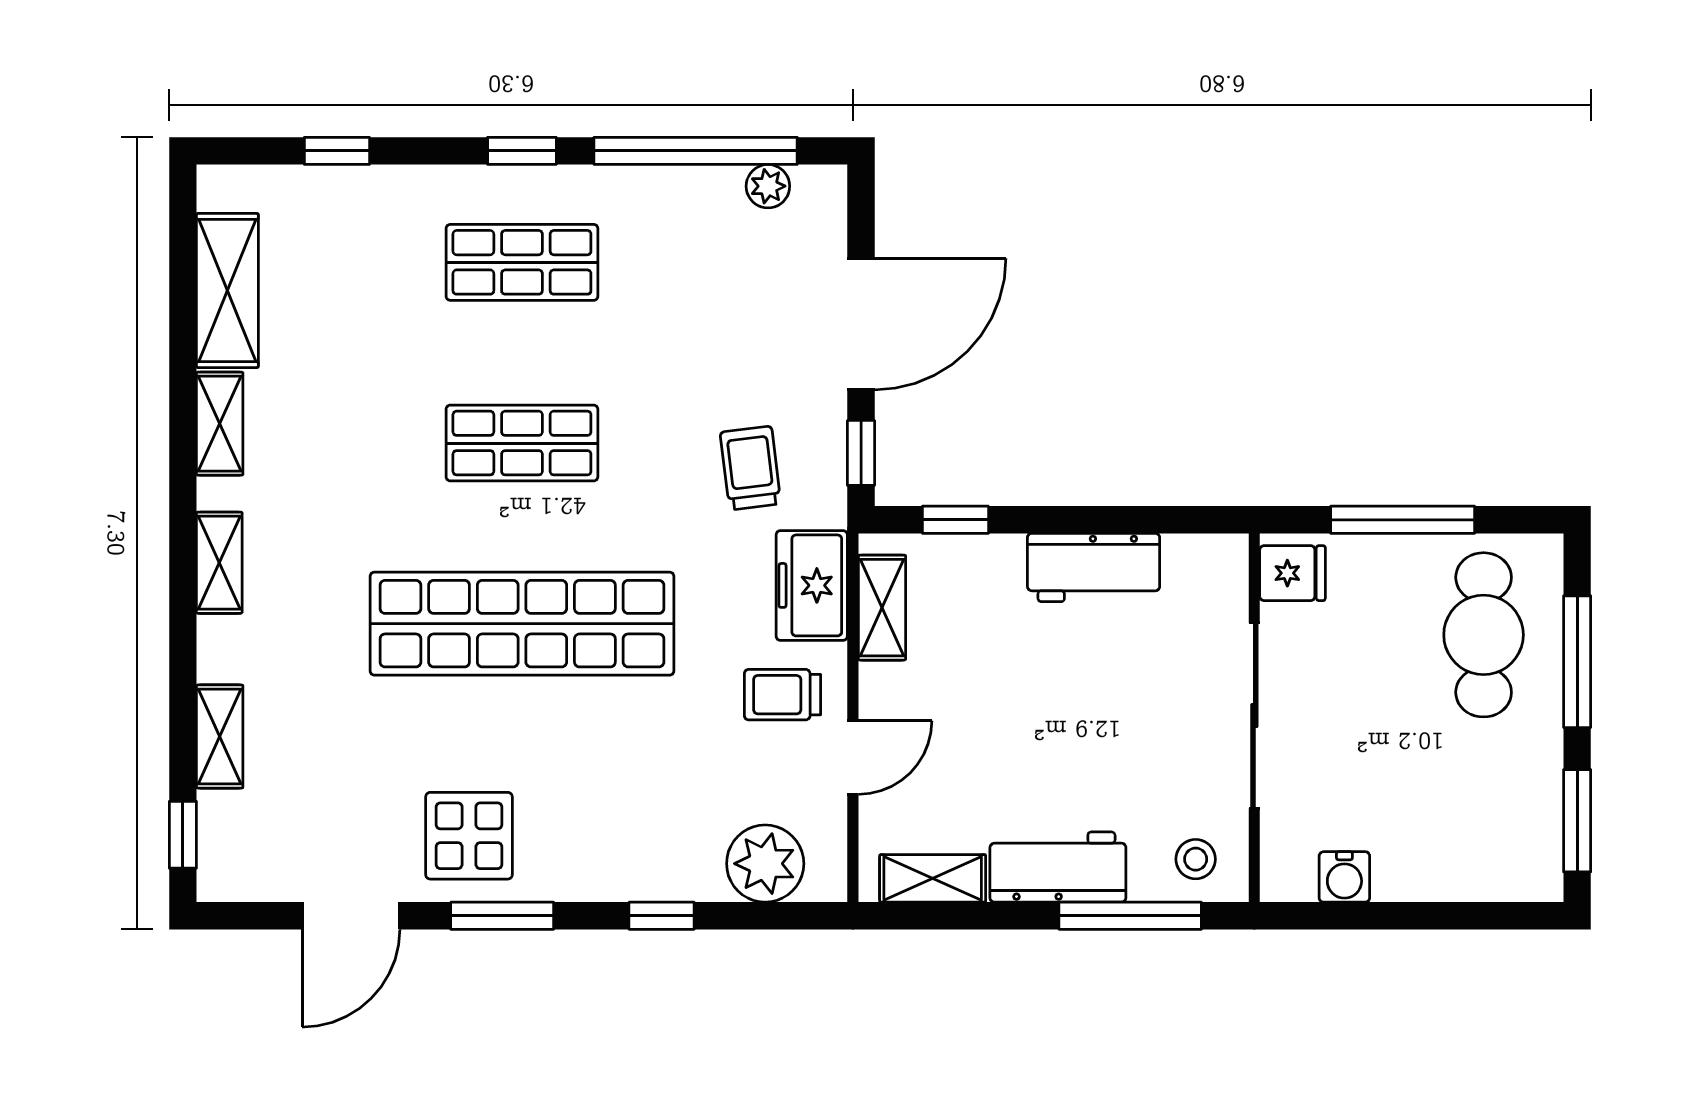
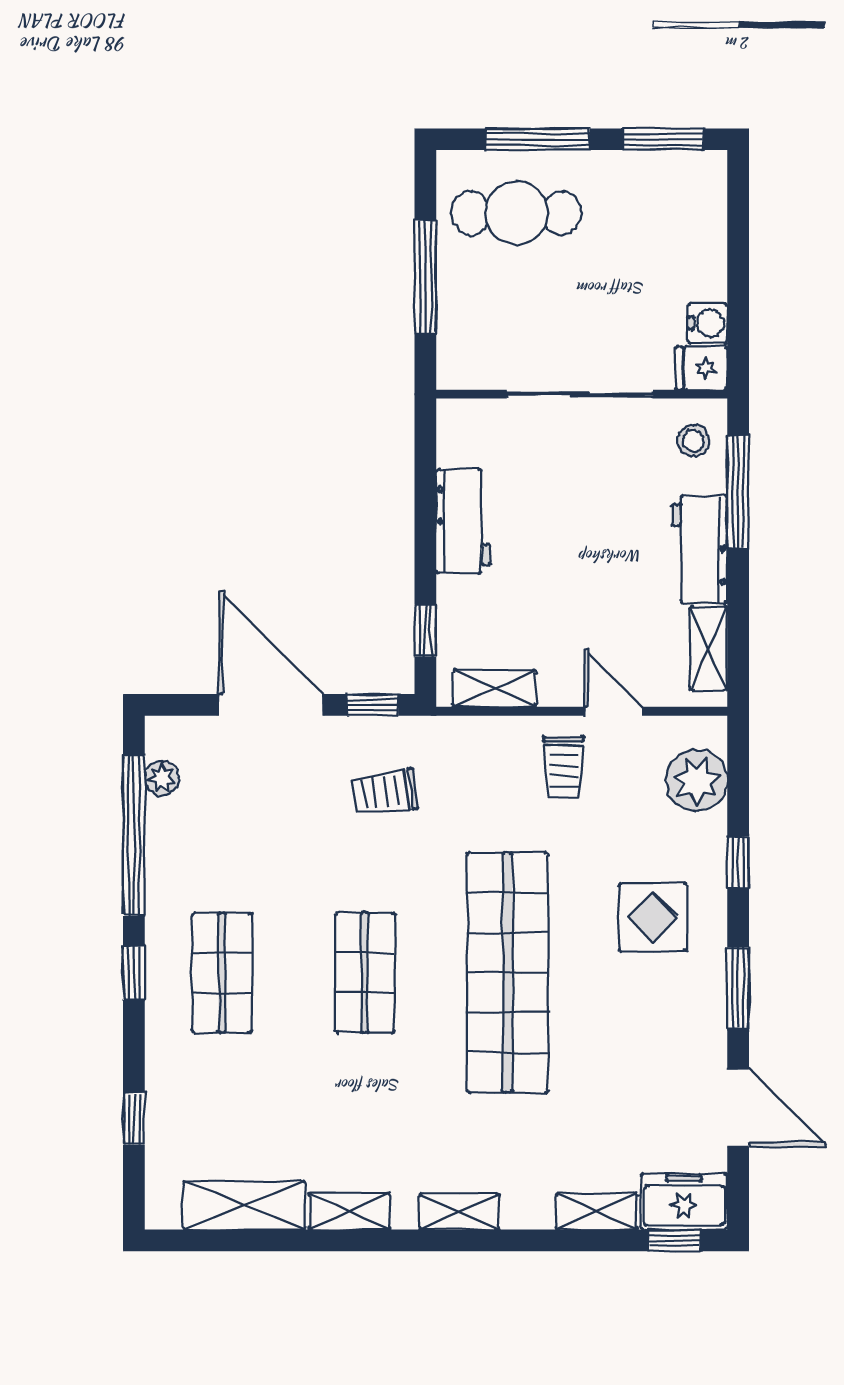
fridge: (1293, 573) -> (701, 368), moved, turned -90
freezer: (812, 585) -> (684, 1202), moved, turned 180
display table: (469, 836) -> (653, 917), moved

